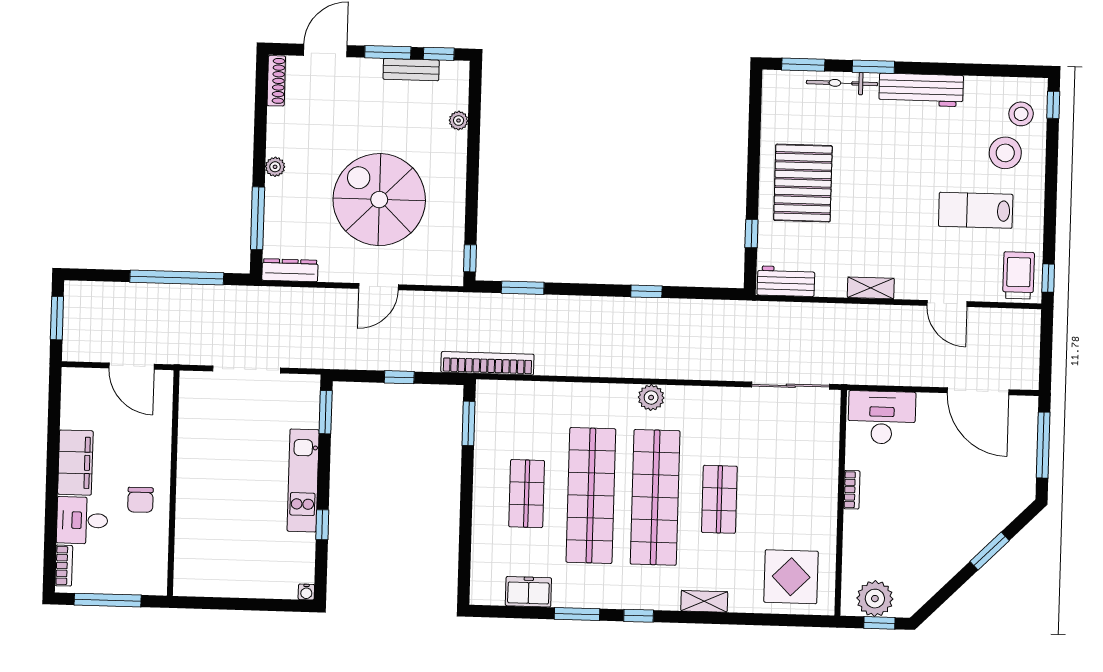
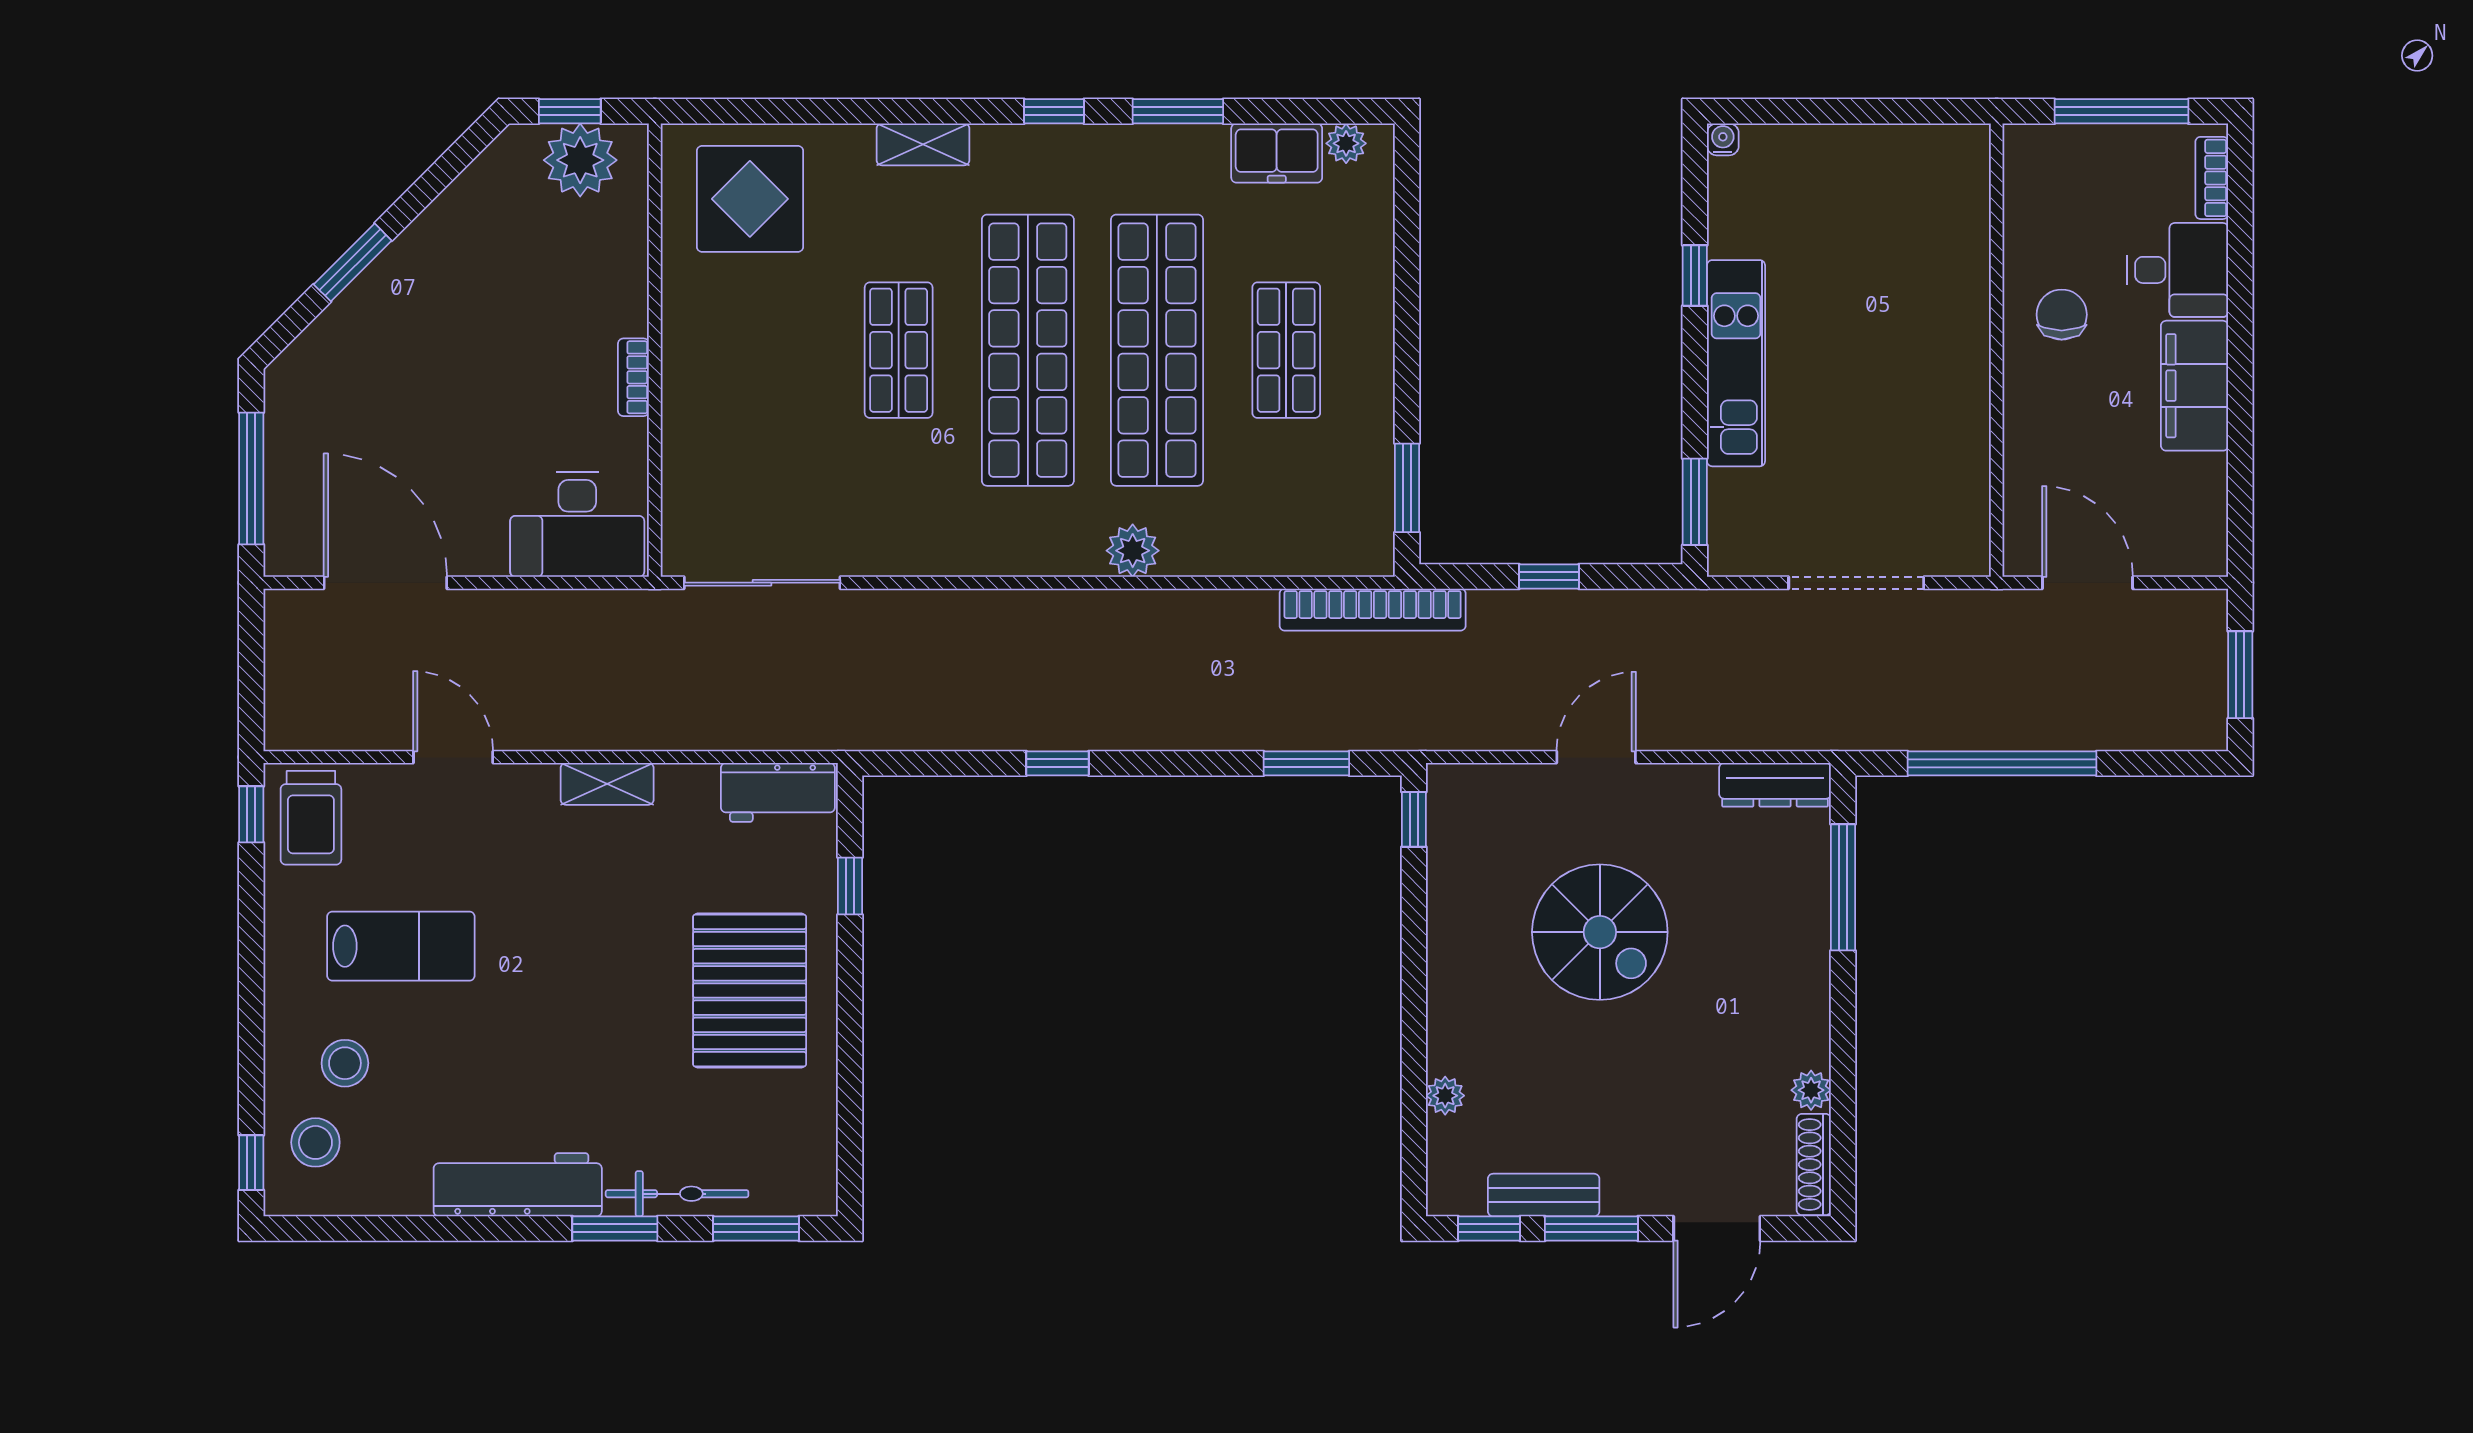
stool: (1005, 153) -> (345, 1063), width x0.73, depth x0.73
plant: (275, 167) -> (1811, 1090), moved
spiral stairs: (379, 200) -> (1600, 932), width x0.73, depth x0.73
plant: (651, 398) -> (1133, 551), moved
plant: (494, 596) -> (1346, 143), added

